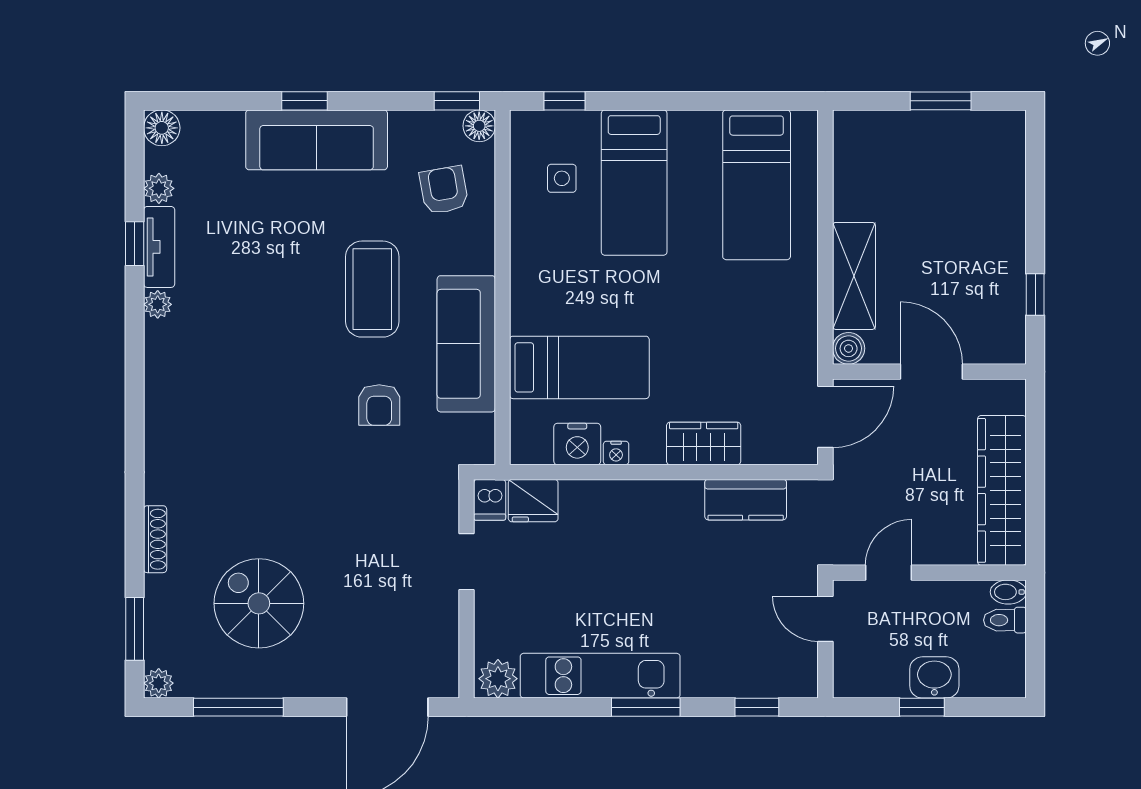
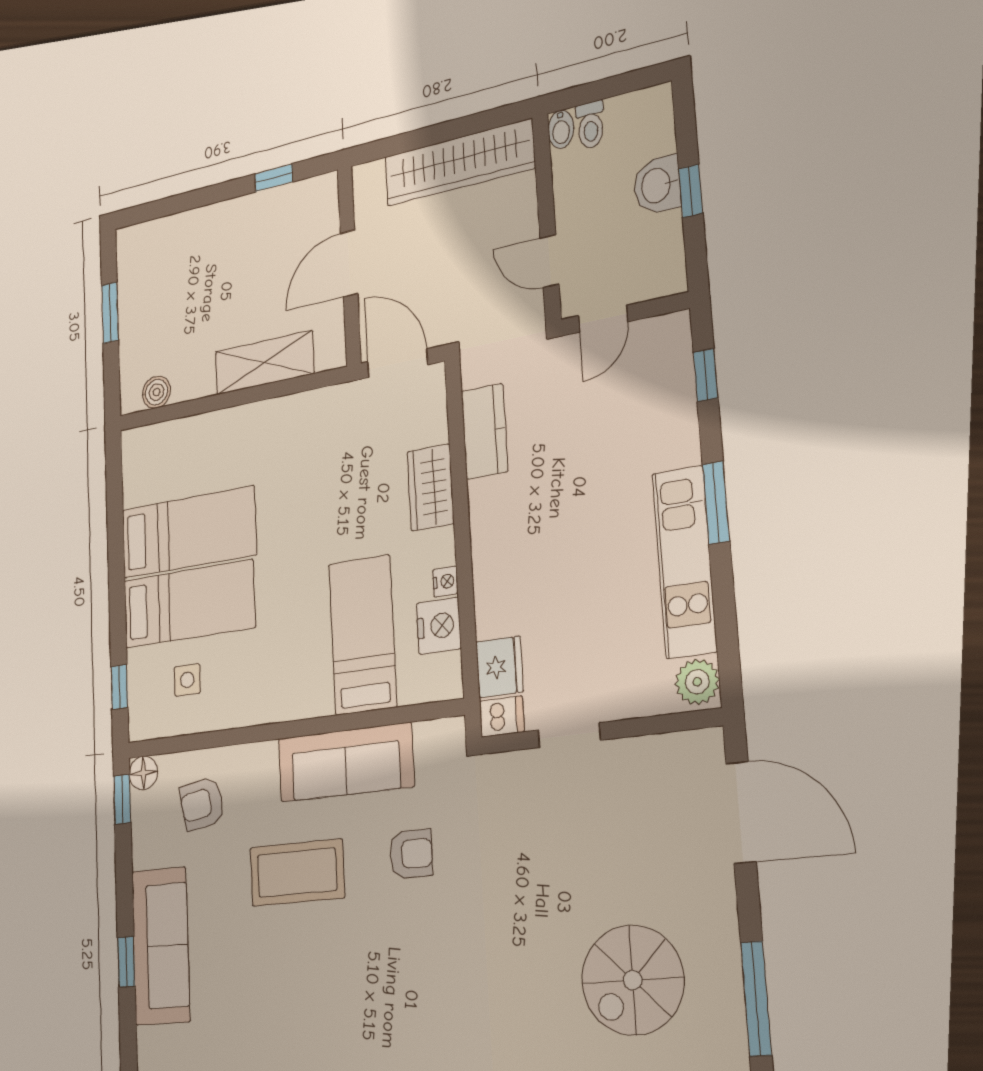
bed: (757, 185) -> (188, 532), moved
boiler: (849, 348) -> (156, 392), moved

